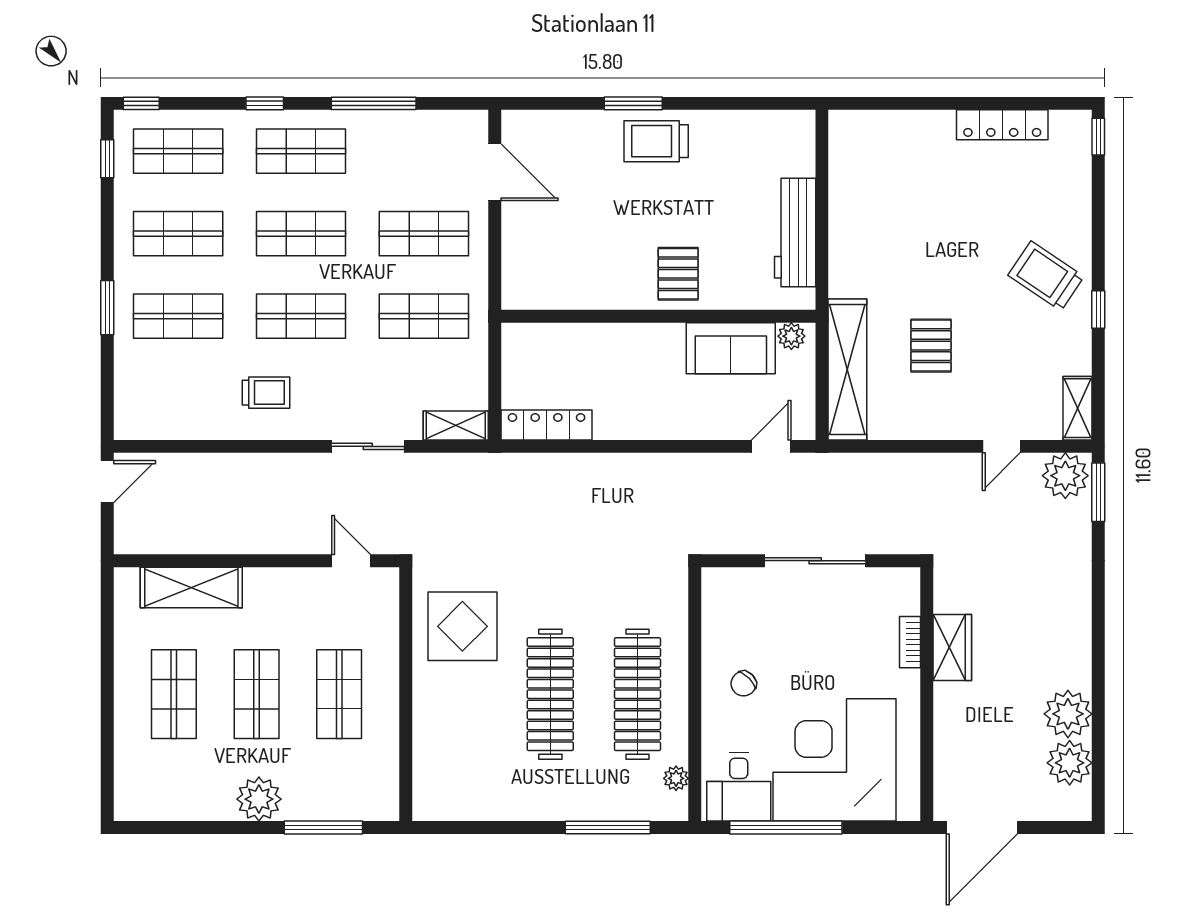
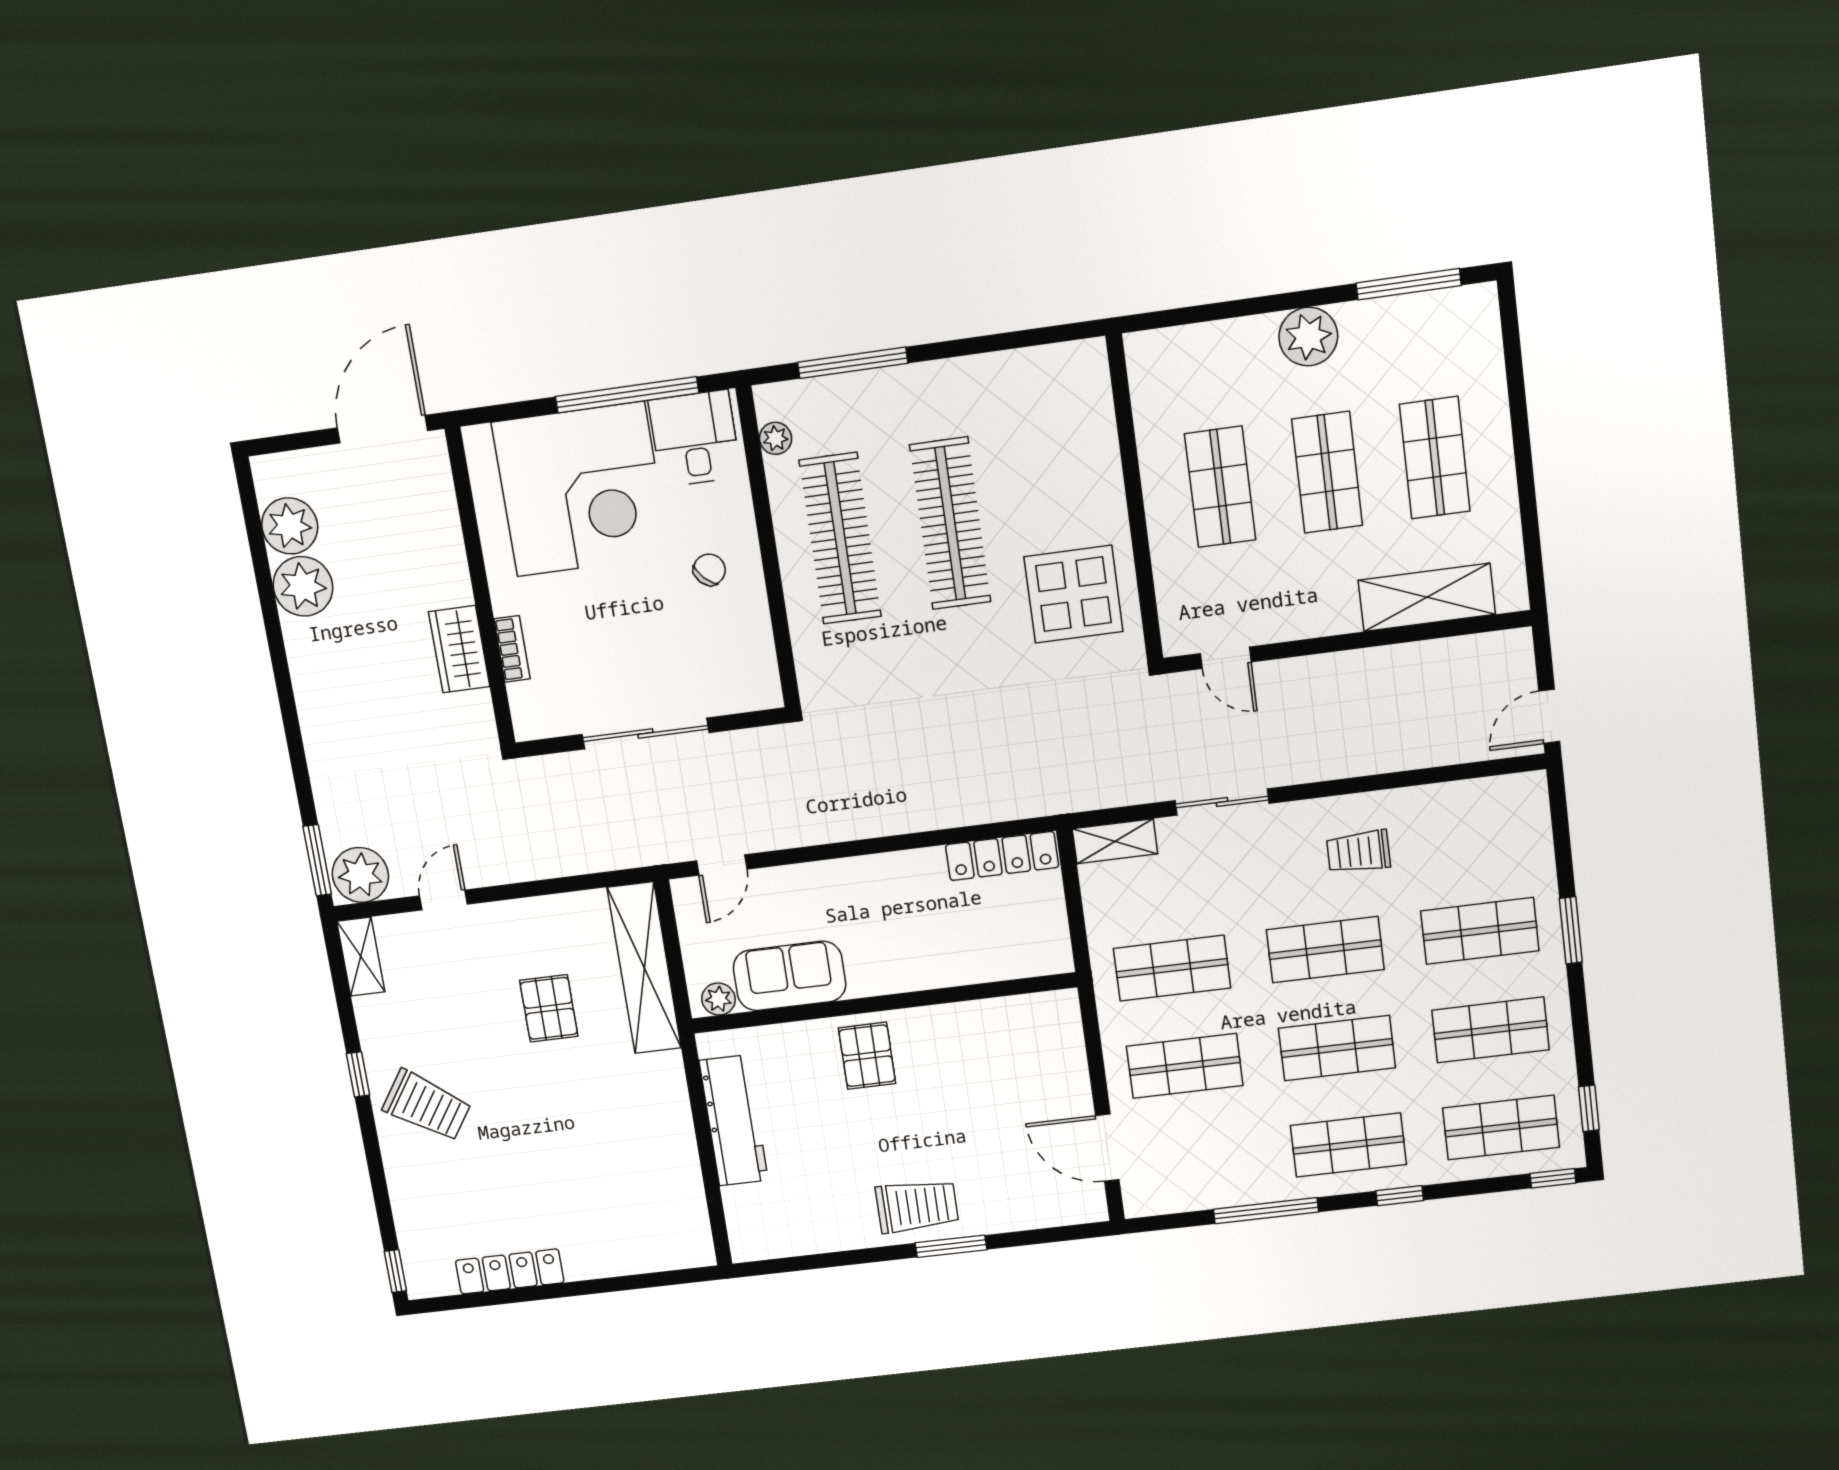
window: (323, 828) -> (1409, 284), moved

